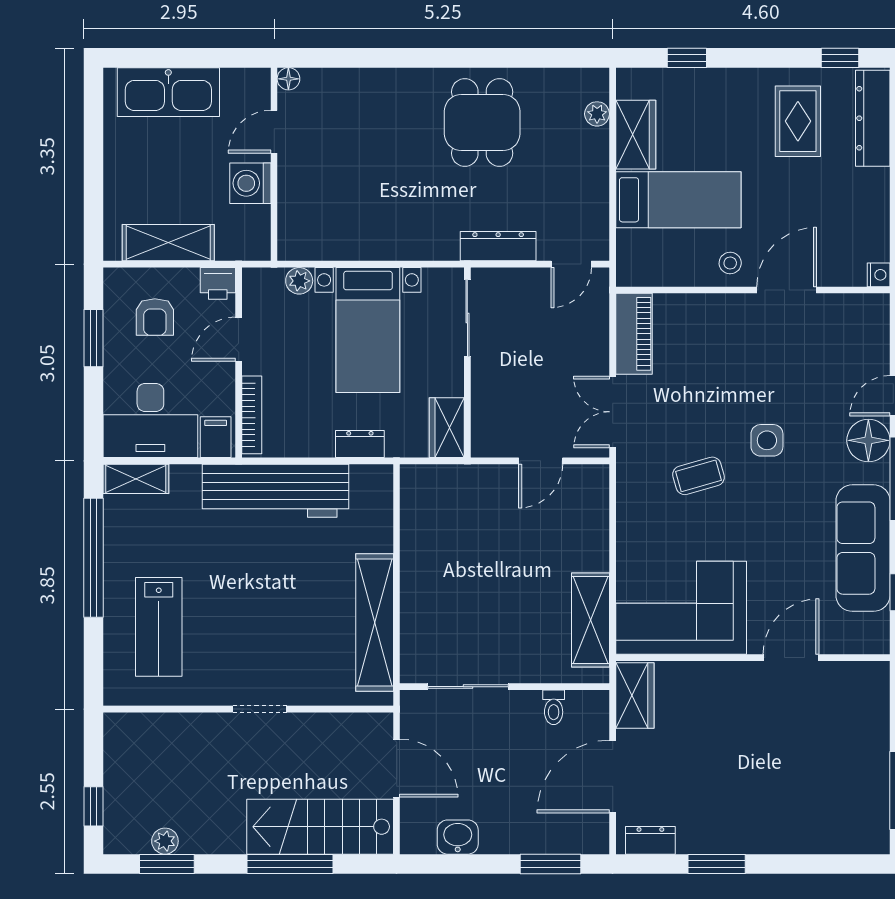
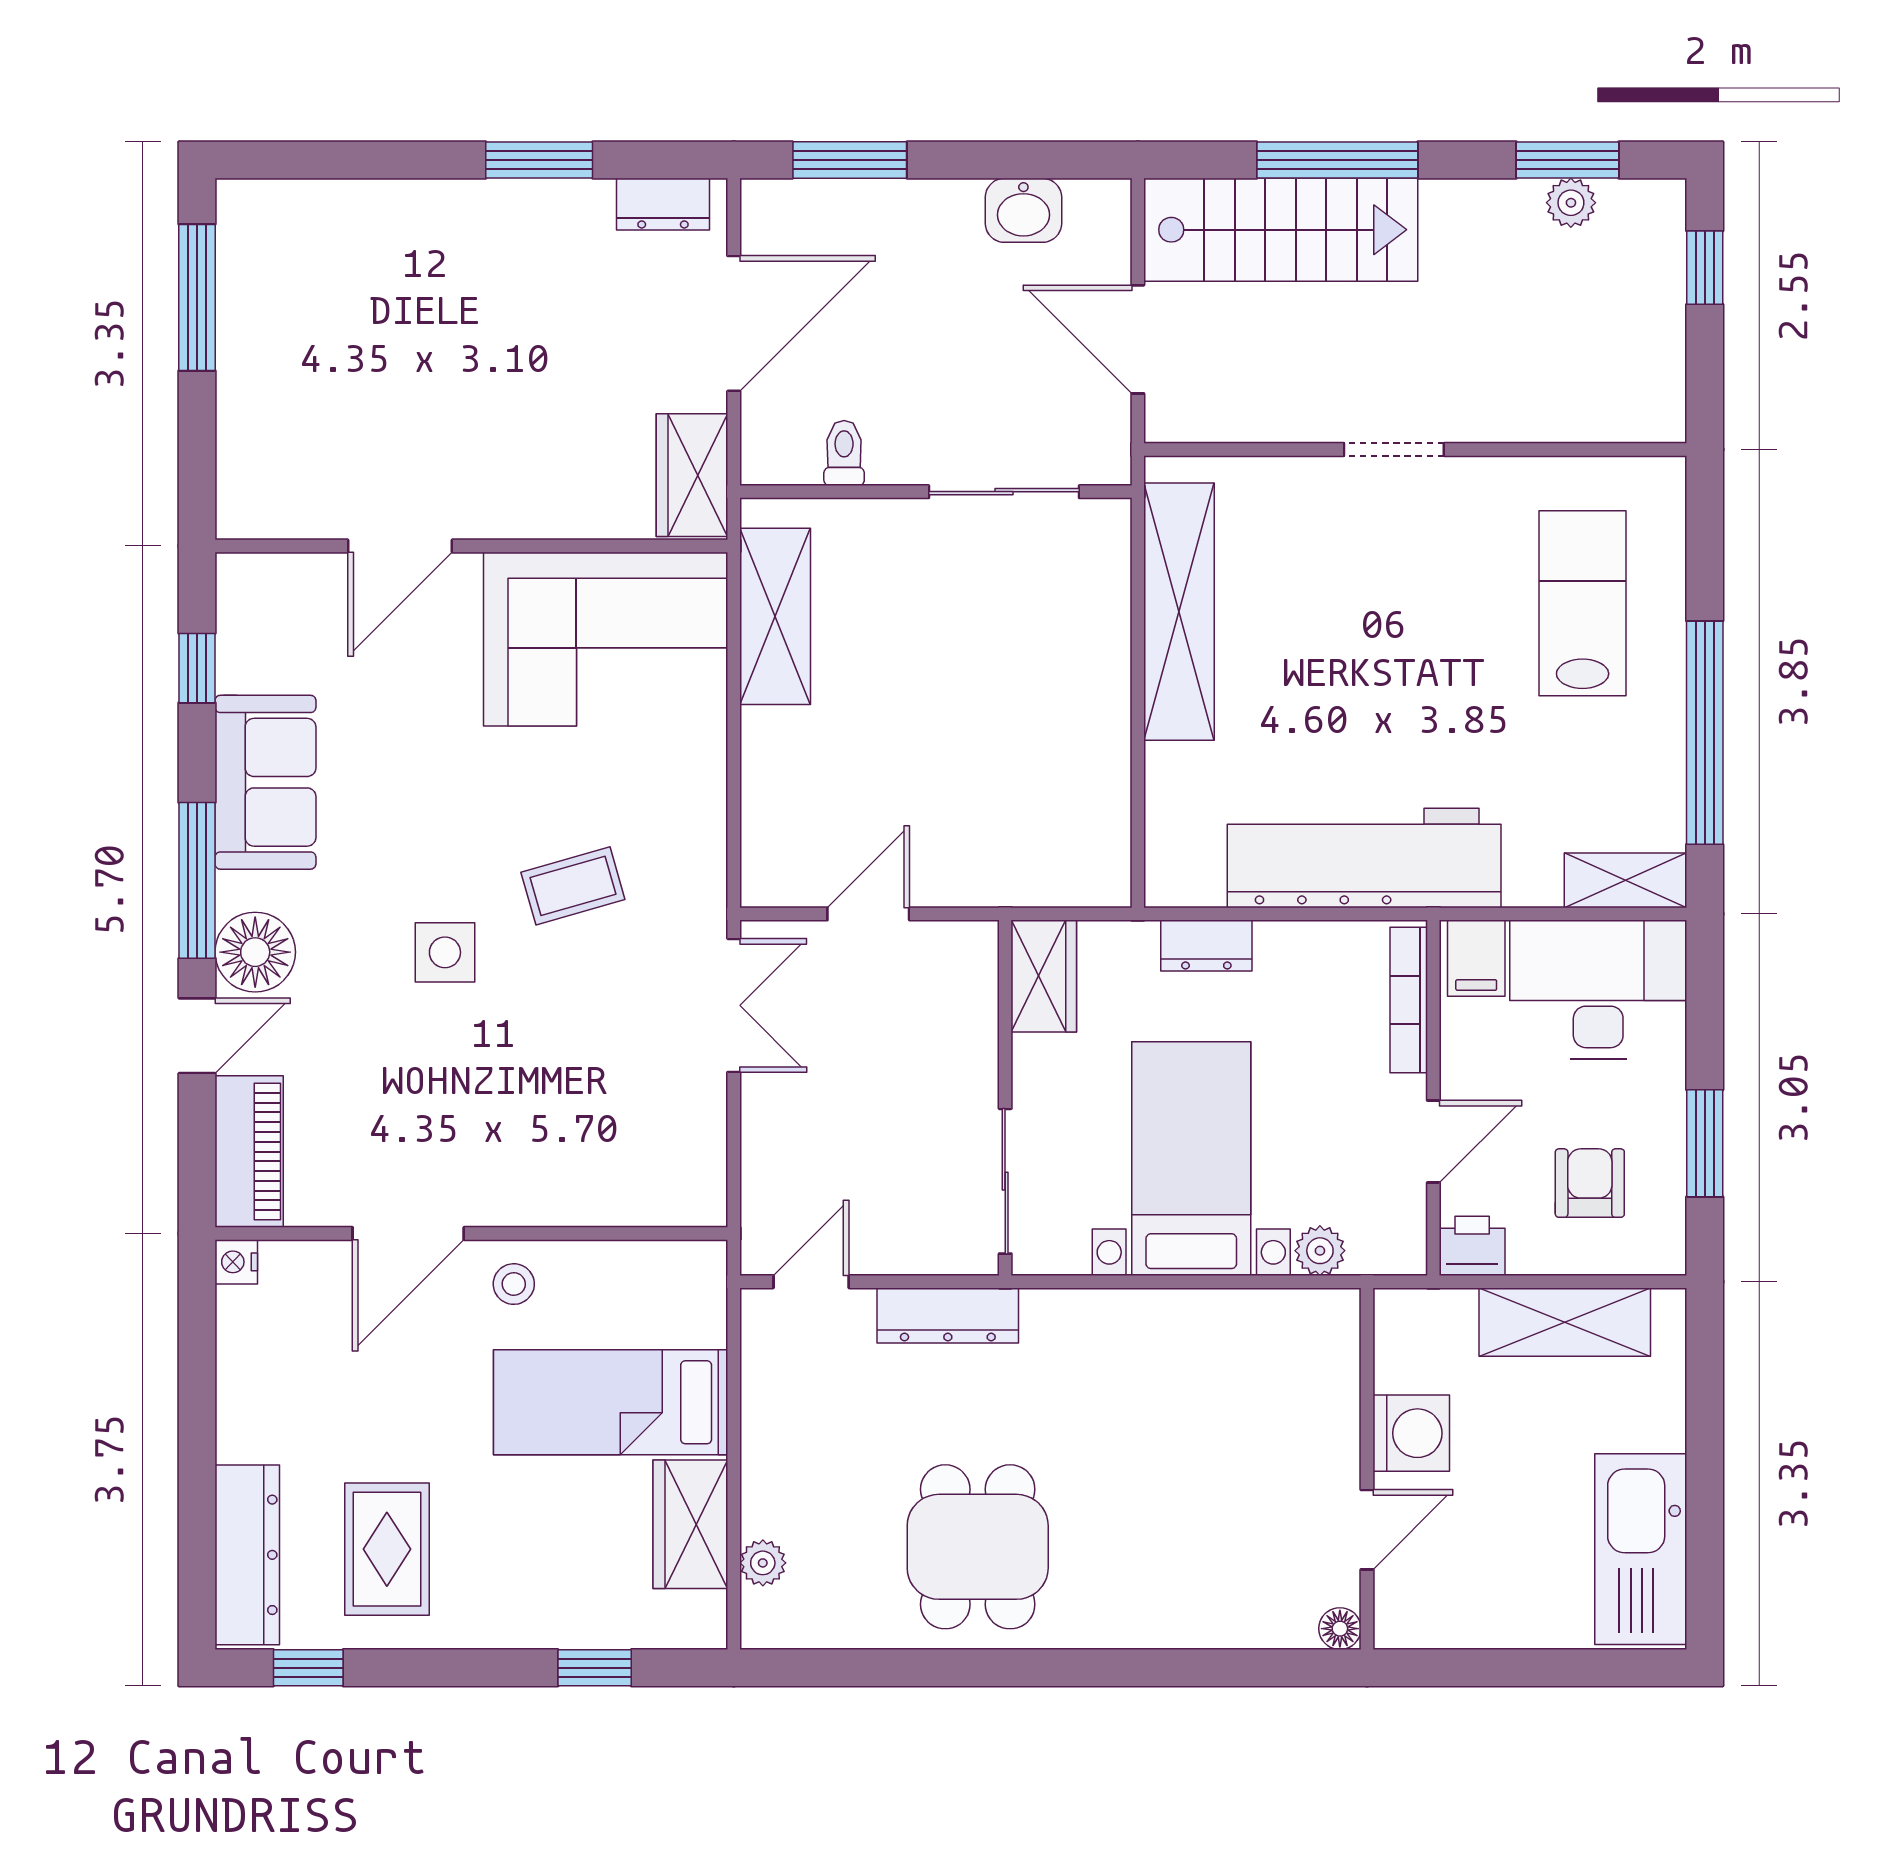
kitchen sink: (168, 92) -> (1641, 1549), moved, turned -90
piano: (634, 334) -> (249, 1152), moved, turned 180
sofa: (863, 548) -> (265, 782), width x0.73

